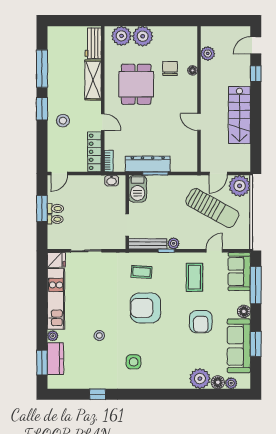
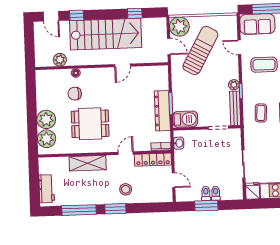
workbench: (93, 43) -> (47, 189), moved, turned -90
stairs: (239, 115) -> (106, 34), width x1.36, depth x1.51
window: (256, 137) -> (135, 13), added
door: (59, 174) -> (173, 180), moved

